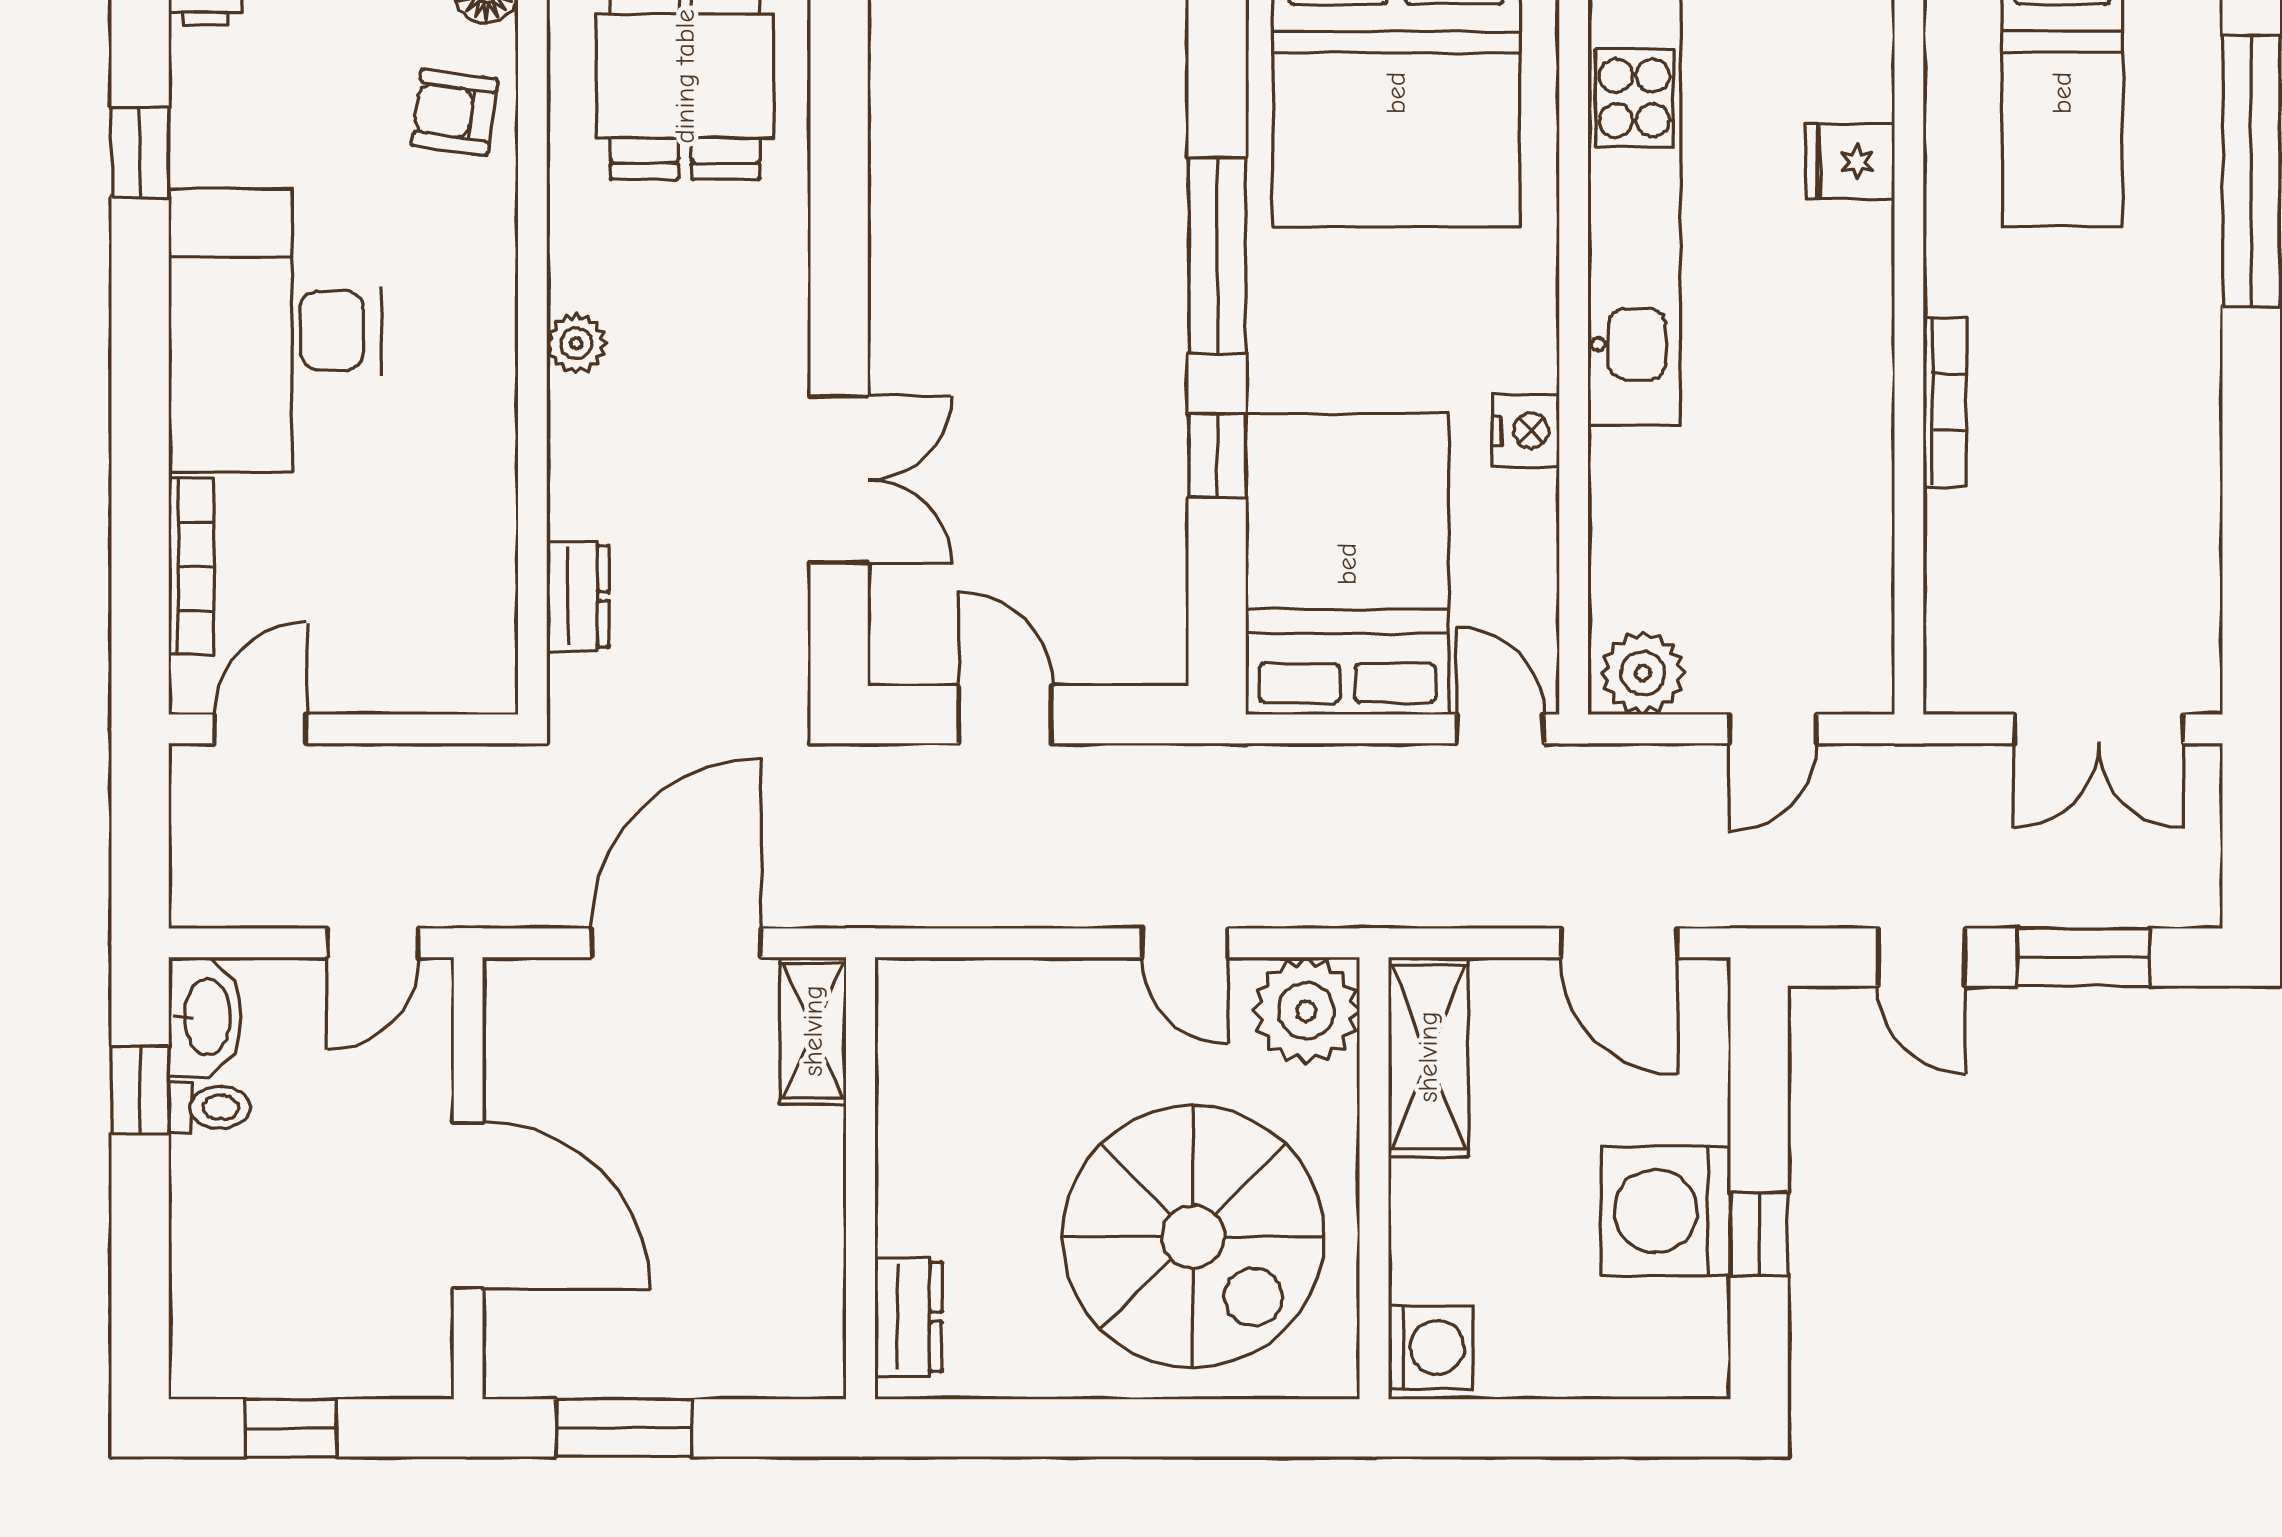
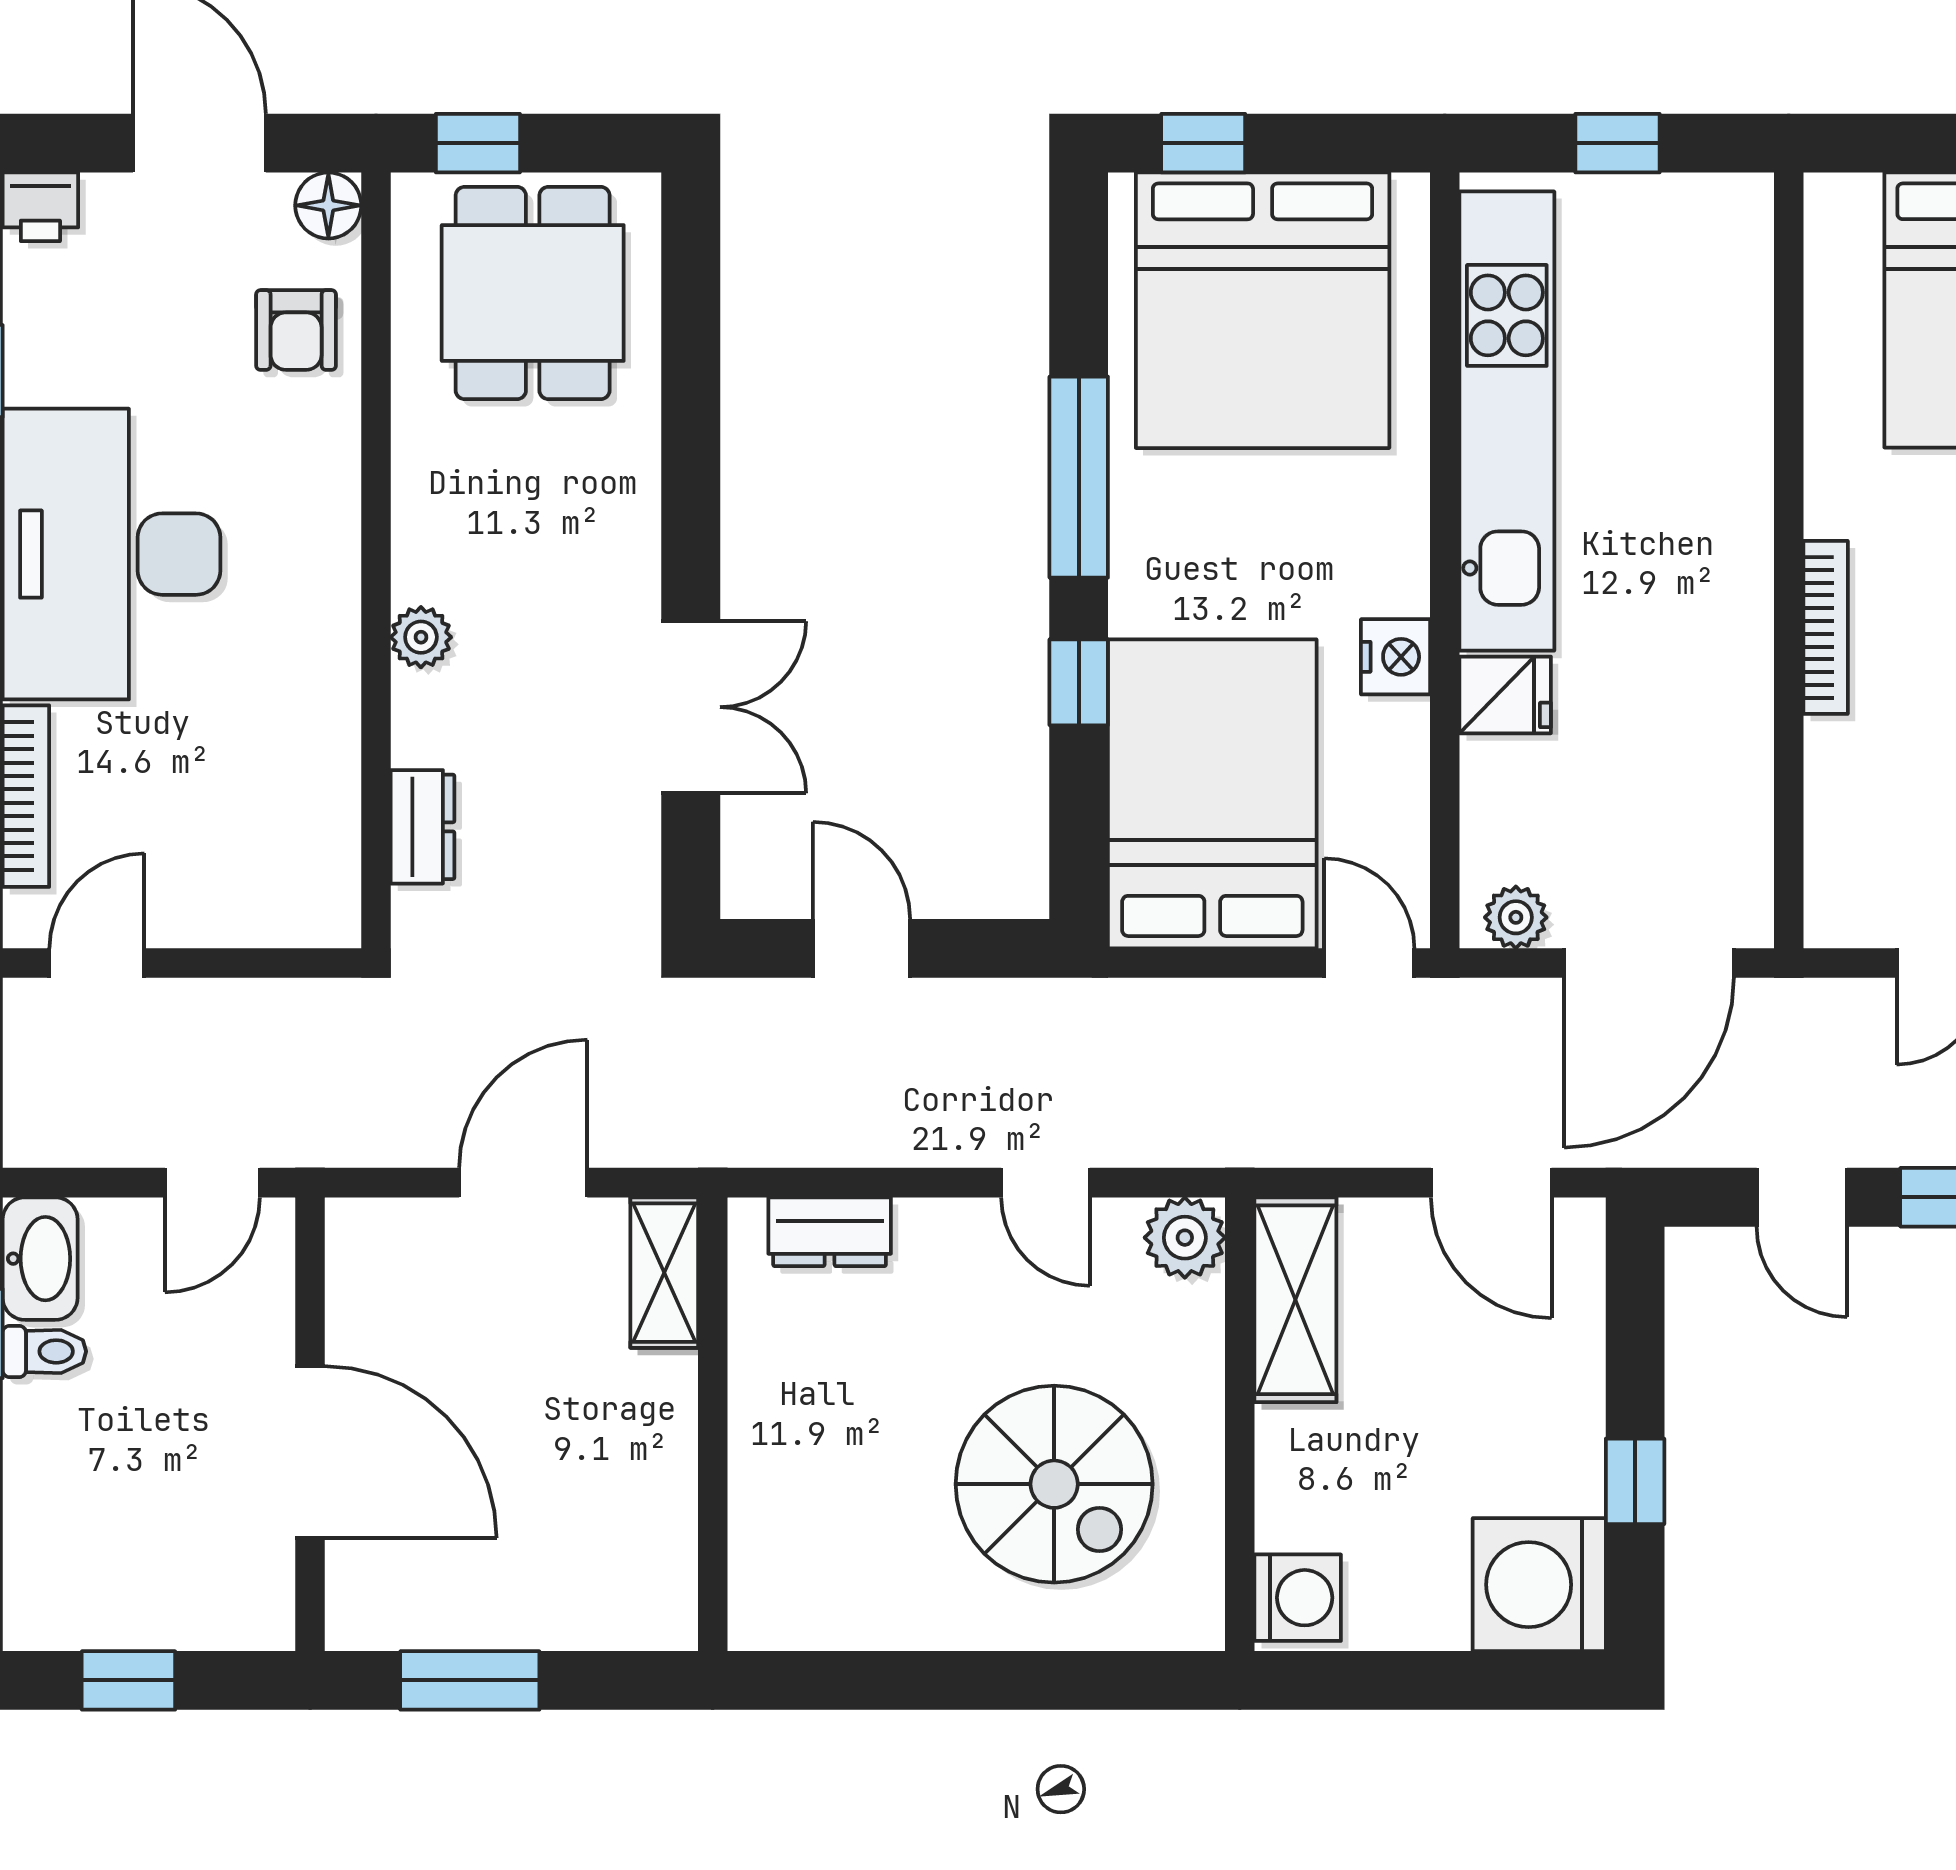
armchair: (455, 112) -> (296, 330), turned -98
fridge: (1850, 161) -> (1505, 695), moved, turned 180
plant: (576, 343) -> (421, 637), moved
plant: (1643, 673) -> (1516, 917), width x0.73, depth x0.73
door: (1773, 729) -> (1649, 963), width x1.88
door: (676, 943) -> (523, 1183), width x0.73
plant: (1306, 1011) -> (1185, 1238), width x0.73, depth x0.73
washing machine: (1666, 1211) -> (1539, 1585), moved
spiral stairs: (1193, 1237) -> (1054, 1484), width x0.73, depth x0.73
dresser: (908, 1317) -> (830, 1232), moved, turned 90

